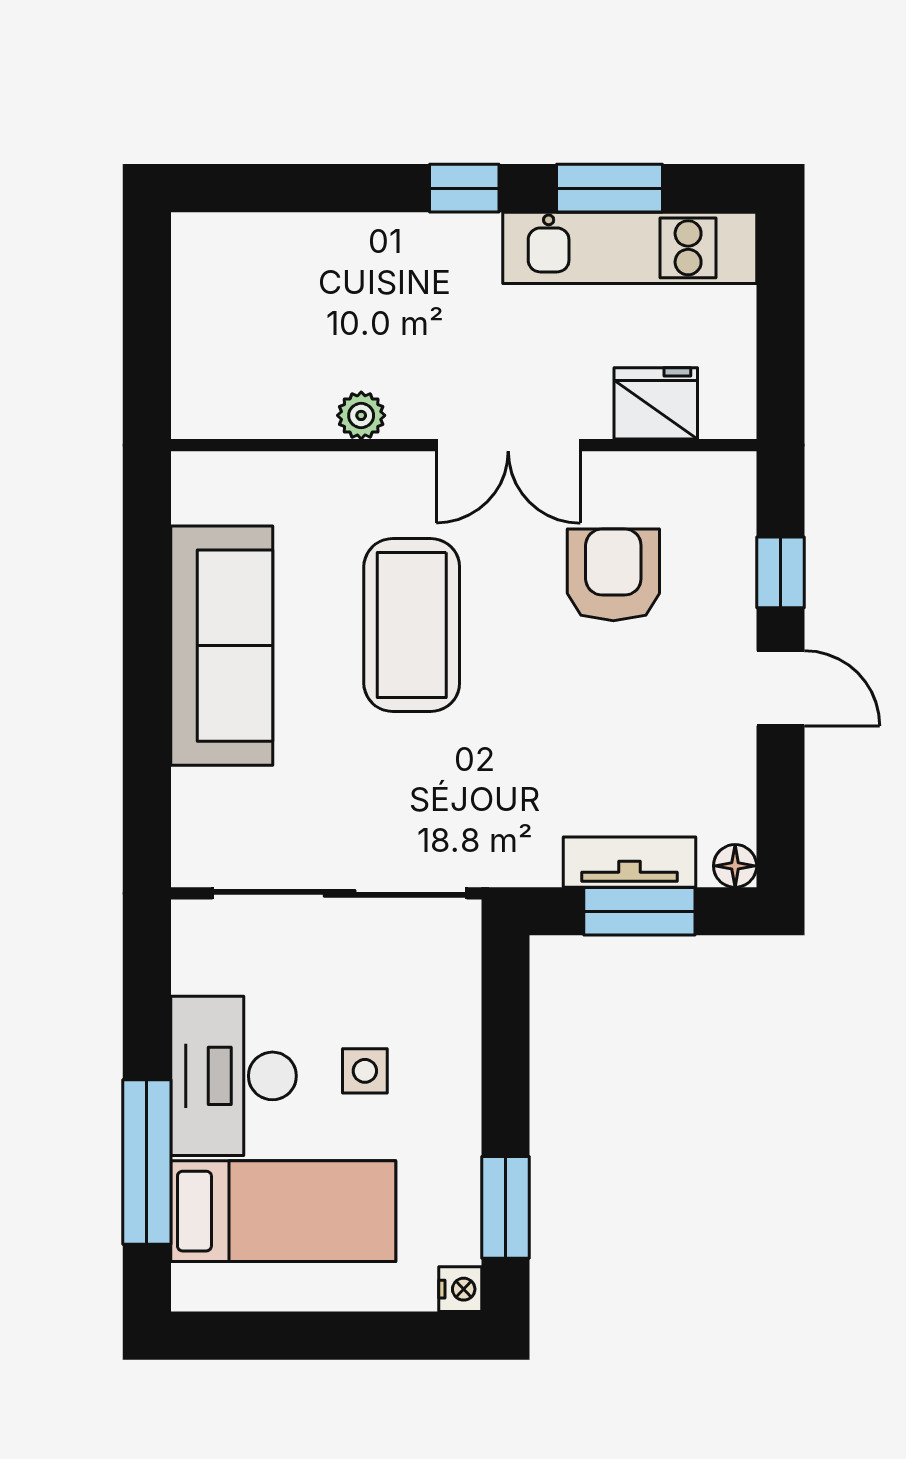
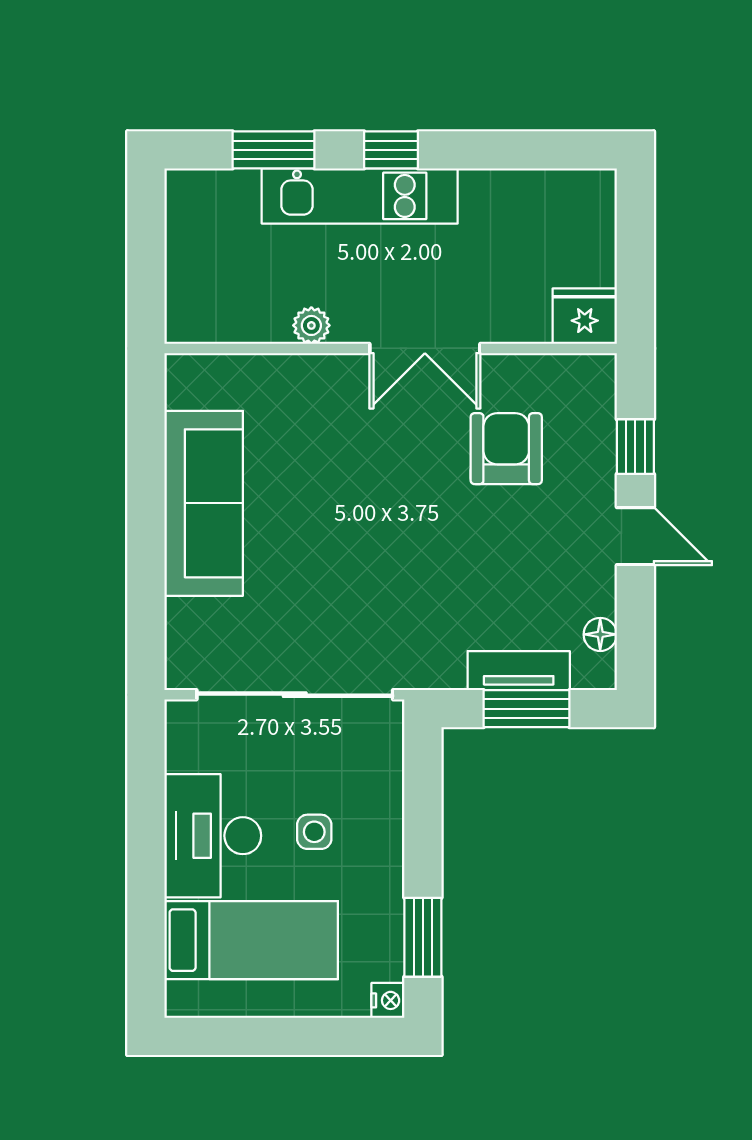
window: (609, 188) -> (274, 150), moved
kitchen unit: (630, 248) -> (360, 196), moved
fridge: (656, 403) -> (585, 316), moved
coffee table: (412, 625) -> (350, 487), removed
floor lamp: (735, 866) -> (600, 634), moved
window: (147, 1162) -> (146, 902), removed

